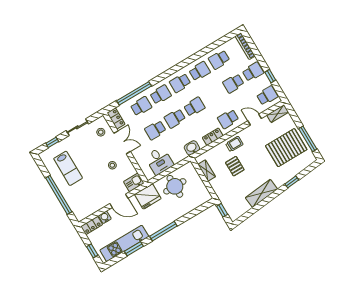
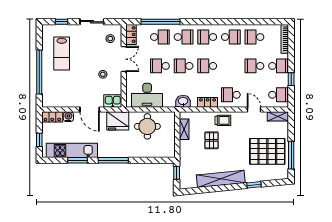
school desk: (194, 107) -> (207, 66), turned 180
desk: (159, 161) -> (147, 95), width x1.37
shelving: (261, 193) -> (221, 179), width x1.47

